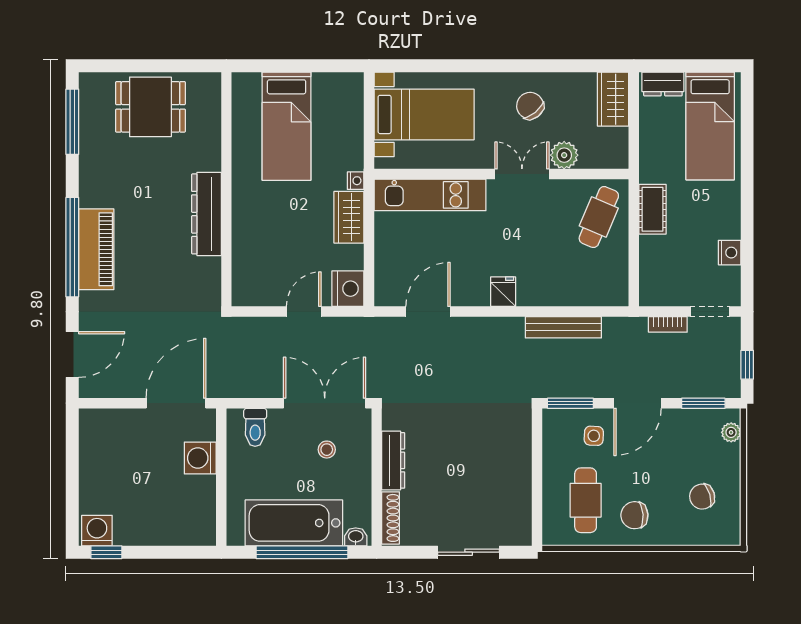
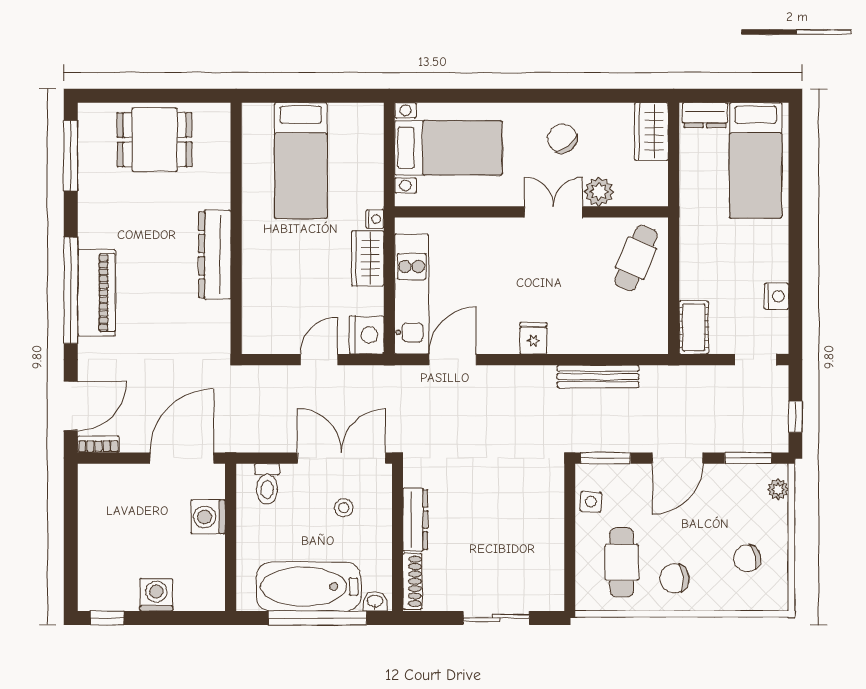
kitchen unit: (430, 195) -> (412, 294), moved, turned -90
cot: (652, 209) -> (694, 327), moved
bookcase: (668, 324) -> (98, 444), moved, turned 180
side table: (594, 436) -> (591, 502), moved
washing machine: (97, 531) -> (156, 595), moved

